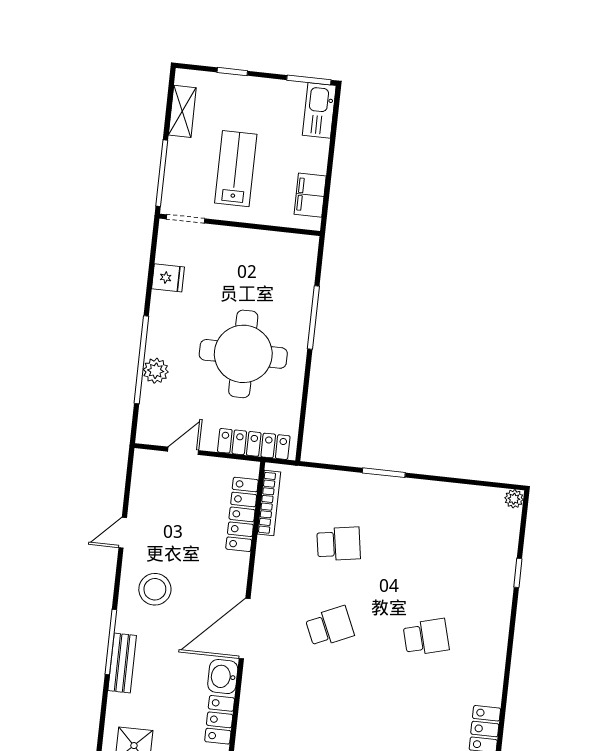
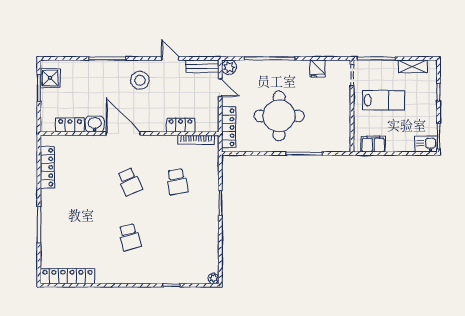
kitchen sink: (319, 110) -> (426, 144), width x0.73
plant: (156, 371) -> (229, 67), moved
locker: (242, 514) -> (180, 125), width x0.66
bench: (122, 663) -> (202, 66), moved

